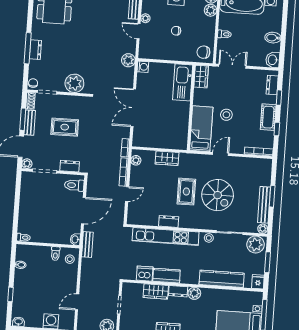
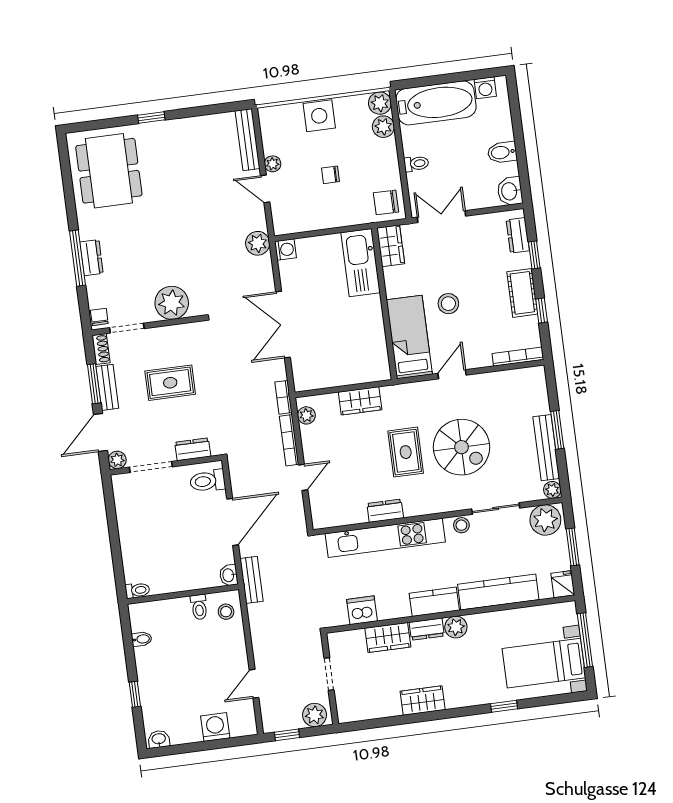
kitchen counter: (166, 276) -> (434, 602), moved

